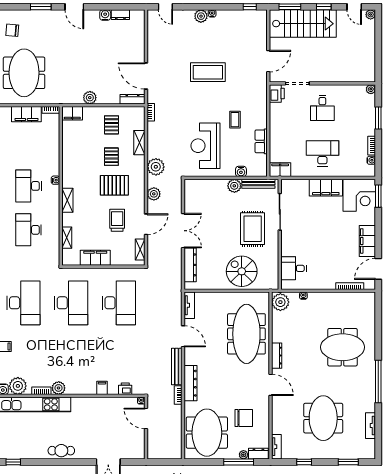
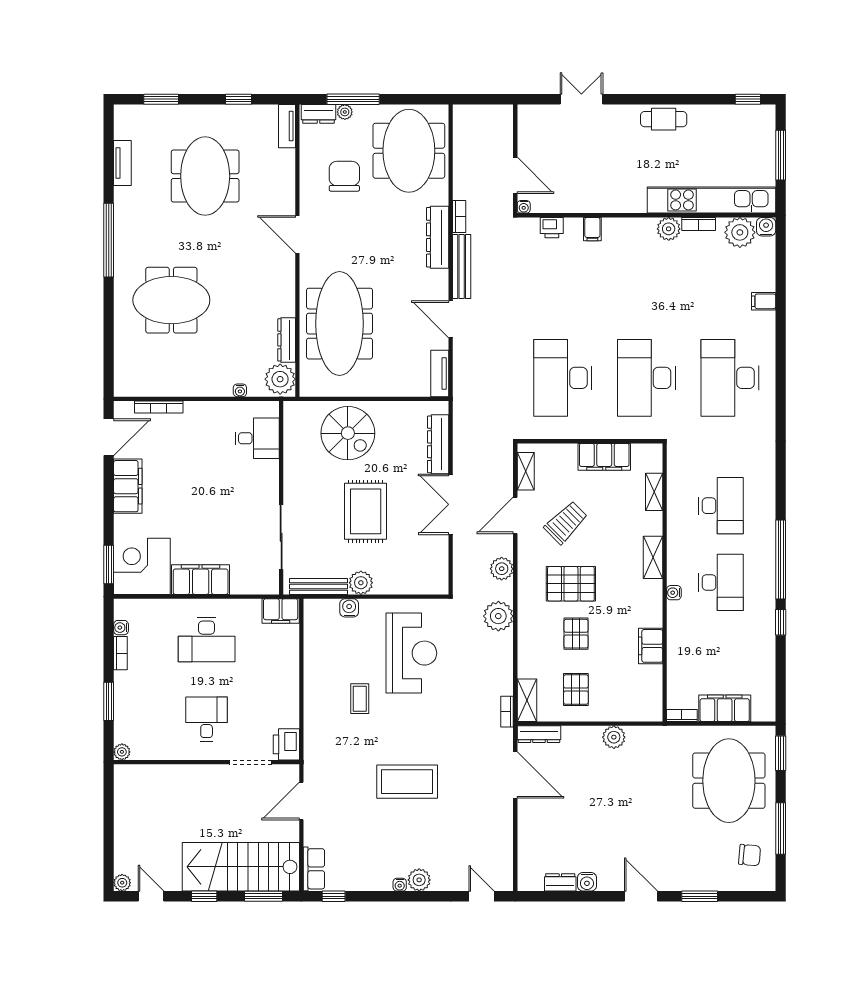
filing cabinet: (72, 113) -> (651, 646), moved, turned -90
row of seats: (261, 141) -> (314, 869), moved
shelving: (139, 143) -> (527, 700), moved
trolley: (117, 220) -> (566, 522), turned -135
rug: (253, 229) -> (366, 511), moved
dresser: (277, 356) -> (287, 340), moved
chair: (244, 418) -> (344, 176), turned 90

